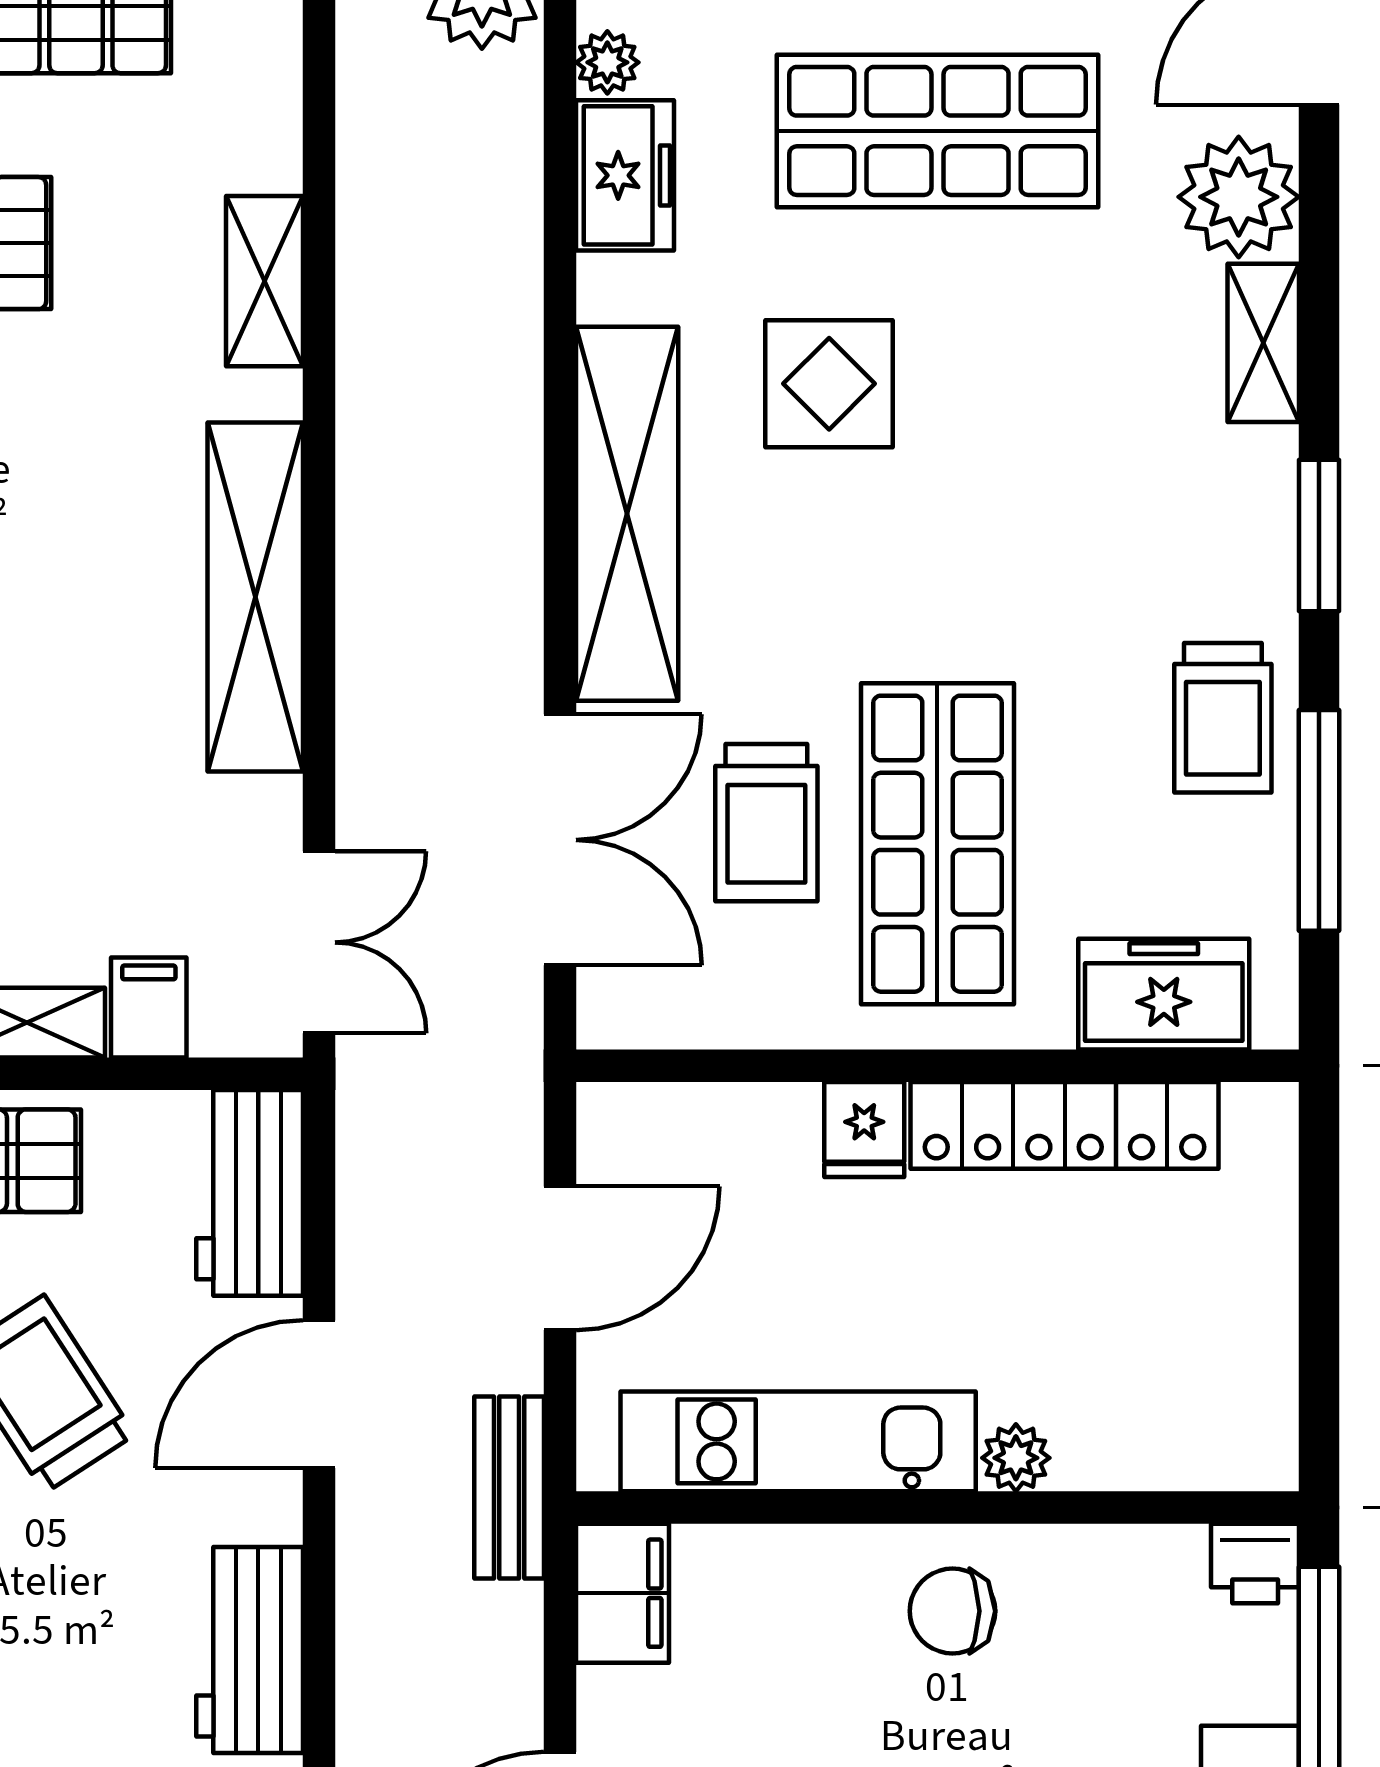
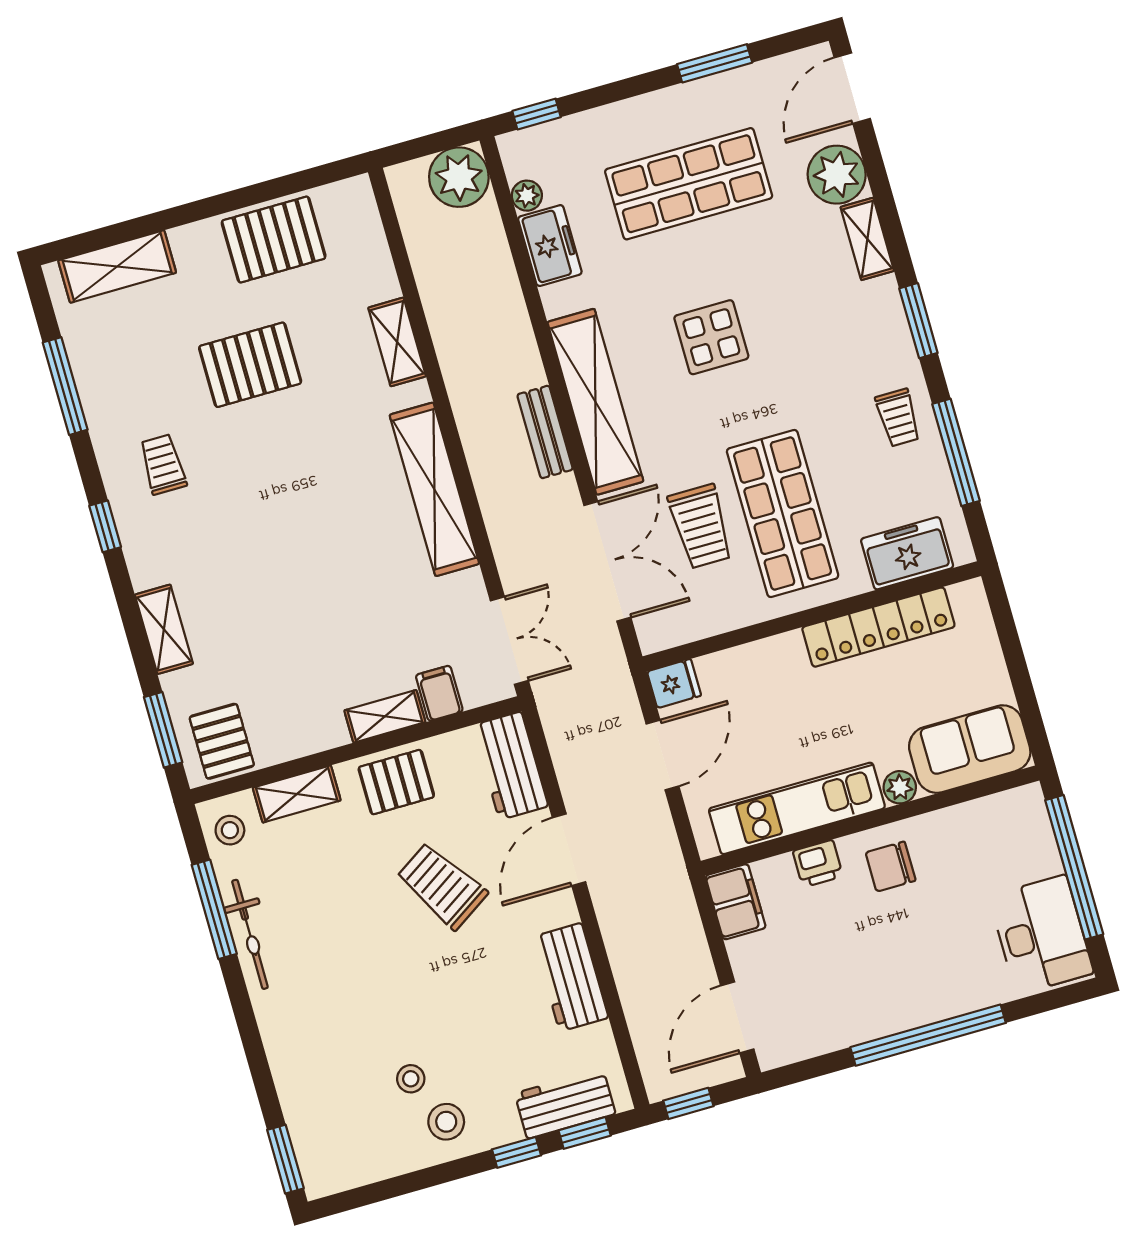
display table: (829, 384) -> (711, 337), moved
trolley: (1223, 718) -> (898, 418), width x0.73, depth x0.72
fridge: (864, 1129) -> (674, 684), moved, turned -90
sofa: (1178, 1421) -> (970, 749), added
bench: (509, 1488) -> (545, 432), moved
printer: (1255, 1564) -> (818, 863), moved

